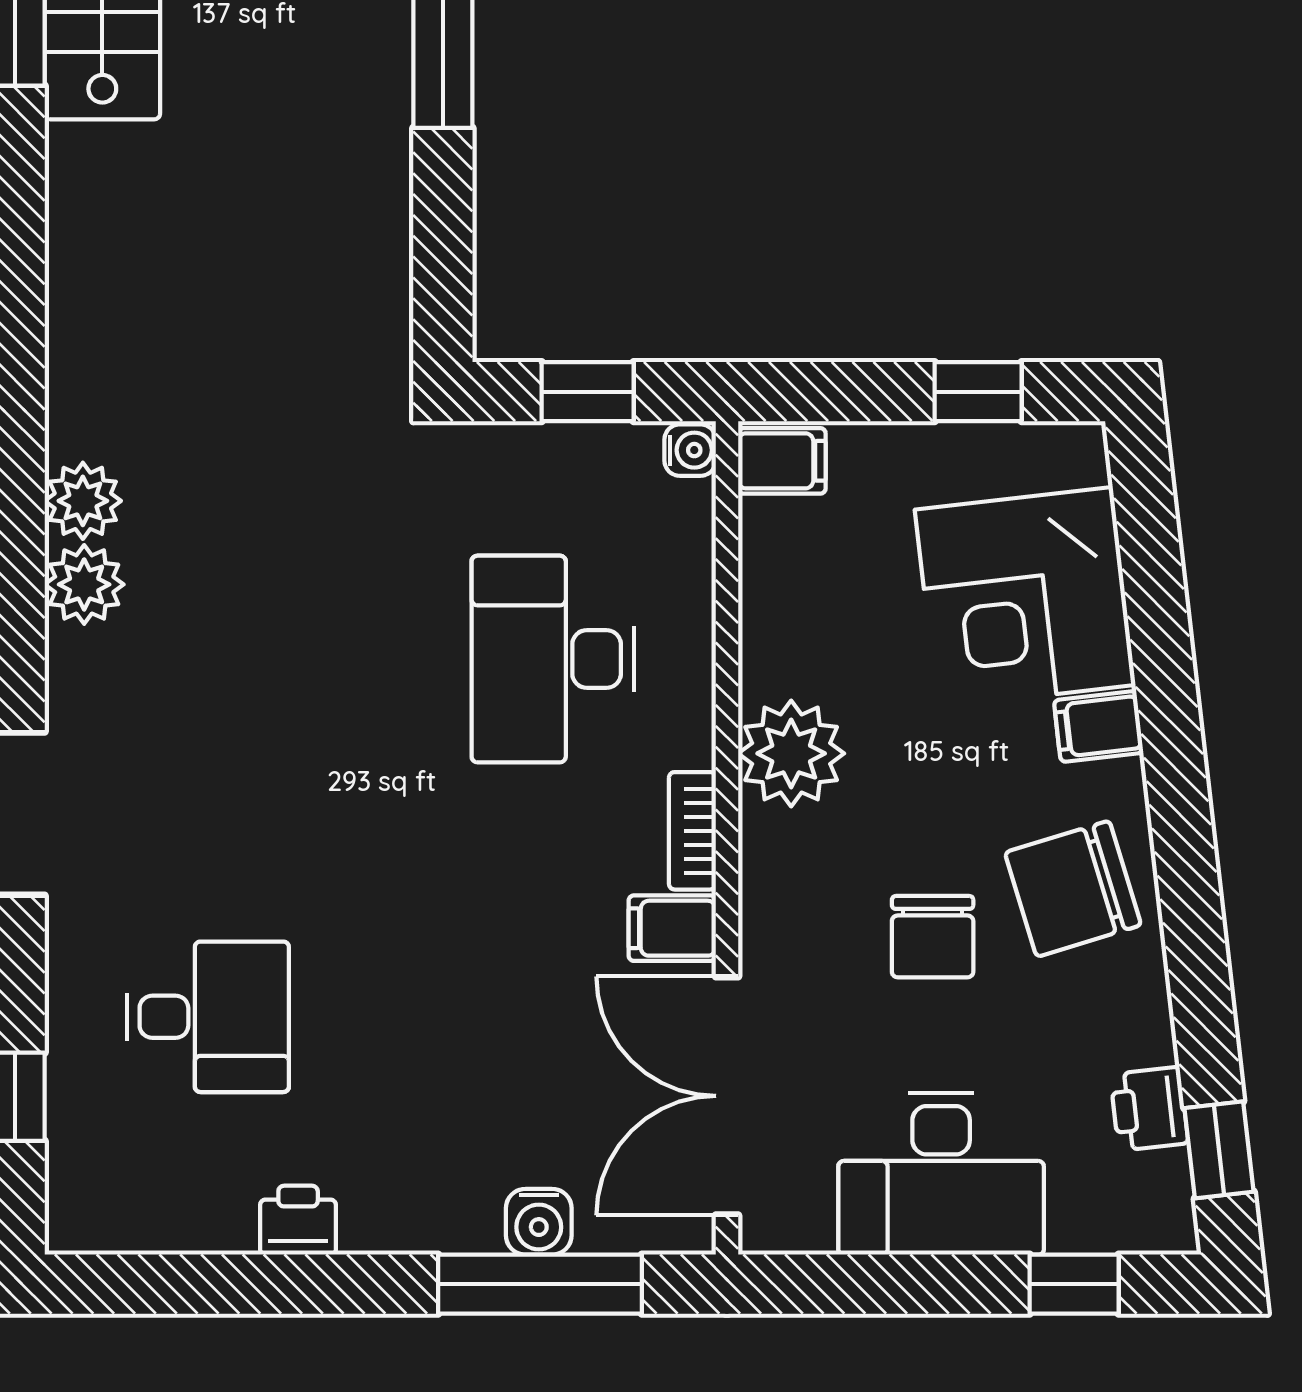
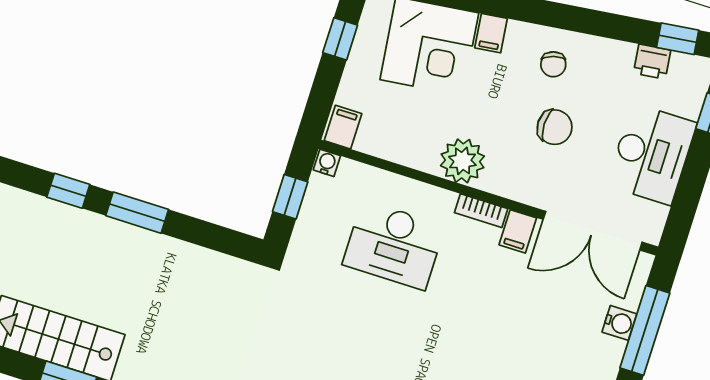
chair: (1073, 889) -> (553, 64), width x0.54, depth x0.54

